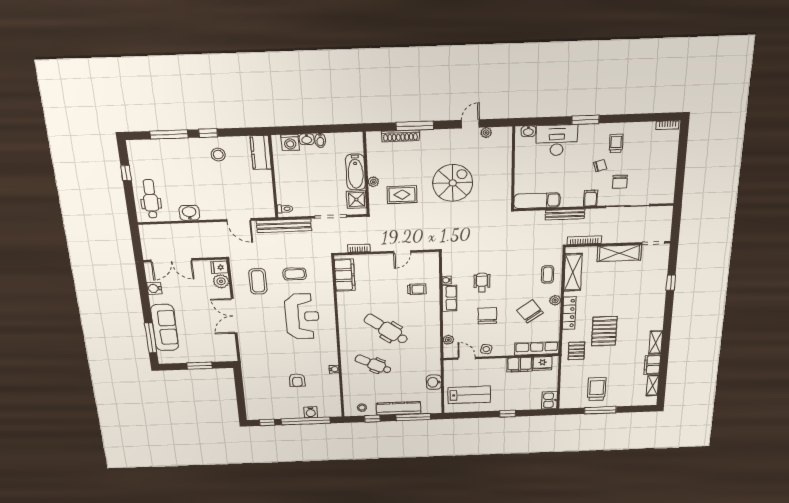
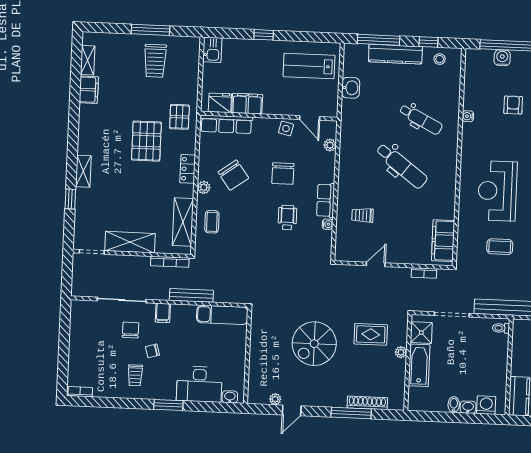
wheelchair: (482, 283) -> (287, 218), turned 180
locker: (569, 313) -> (188, 169), width x0.66
shelving: (656, 343) -> (83, 171), moved

